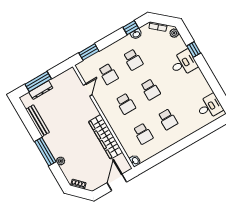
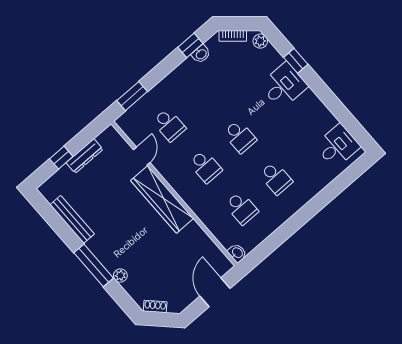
school desk: (133, 60) -> (204, 95), removed
window: (38, 81) -> (61, 158), width x0.46
dresser: (41, 90) -> (84, 156), moved
wardrobe: (106, 137) -> (162, 199), moved

